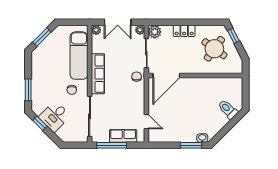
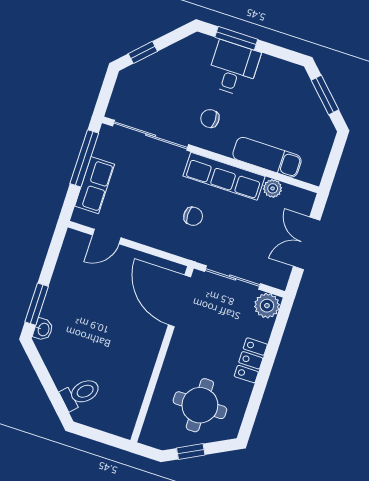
plant: (96, 30) -> (273, 188), moved
plant: (140, 30) -> (279, 280), removed
window: (233, 36) -> (191, 452), moved
round table: (214, 49) -> (200, 405), turned -36
exam couch: (79, 56) -> (267, 157), width x0.73, depth x0.69
chair: (137, 77) -> (193, 216), moved
desk: (55, 116) -> (233, 68), moved, turned 45
window: (40, 123) -> (143, 52), moved

